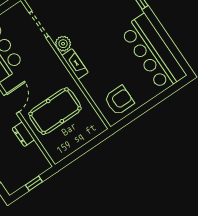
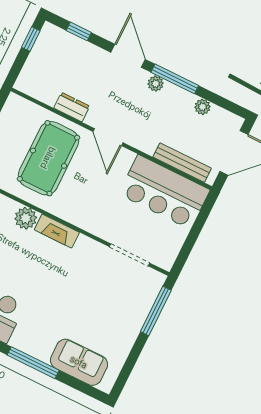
plant: (63, 44) -> (26, 218), moved
window: (34, 183) -> (31, 39), moved

